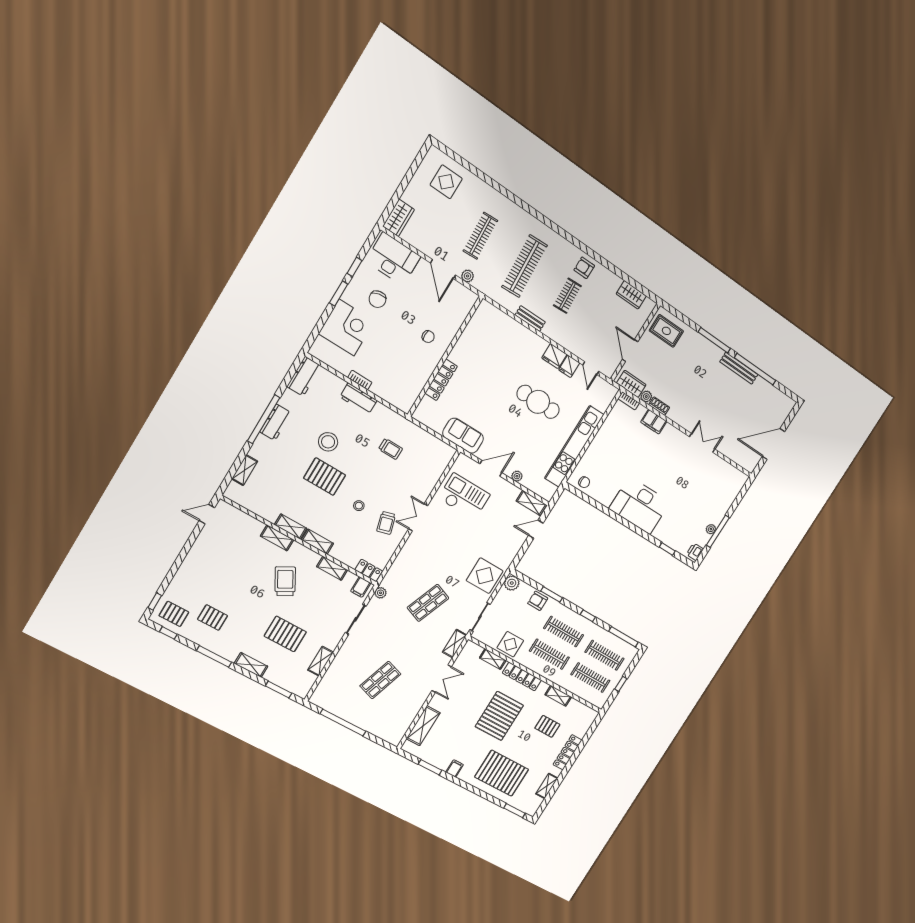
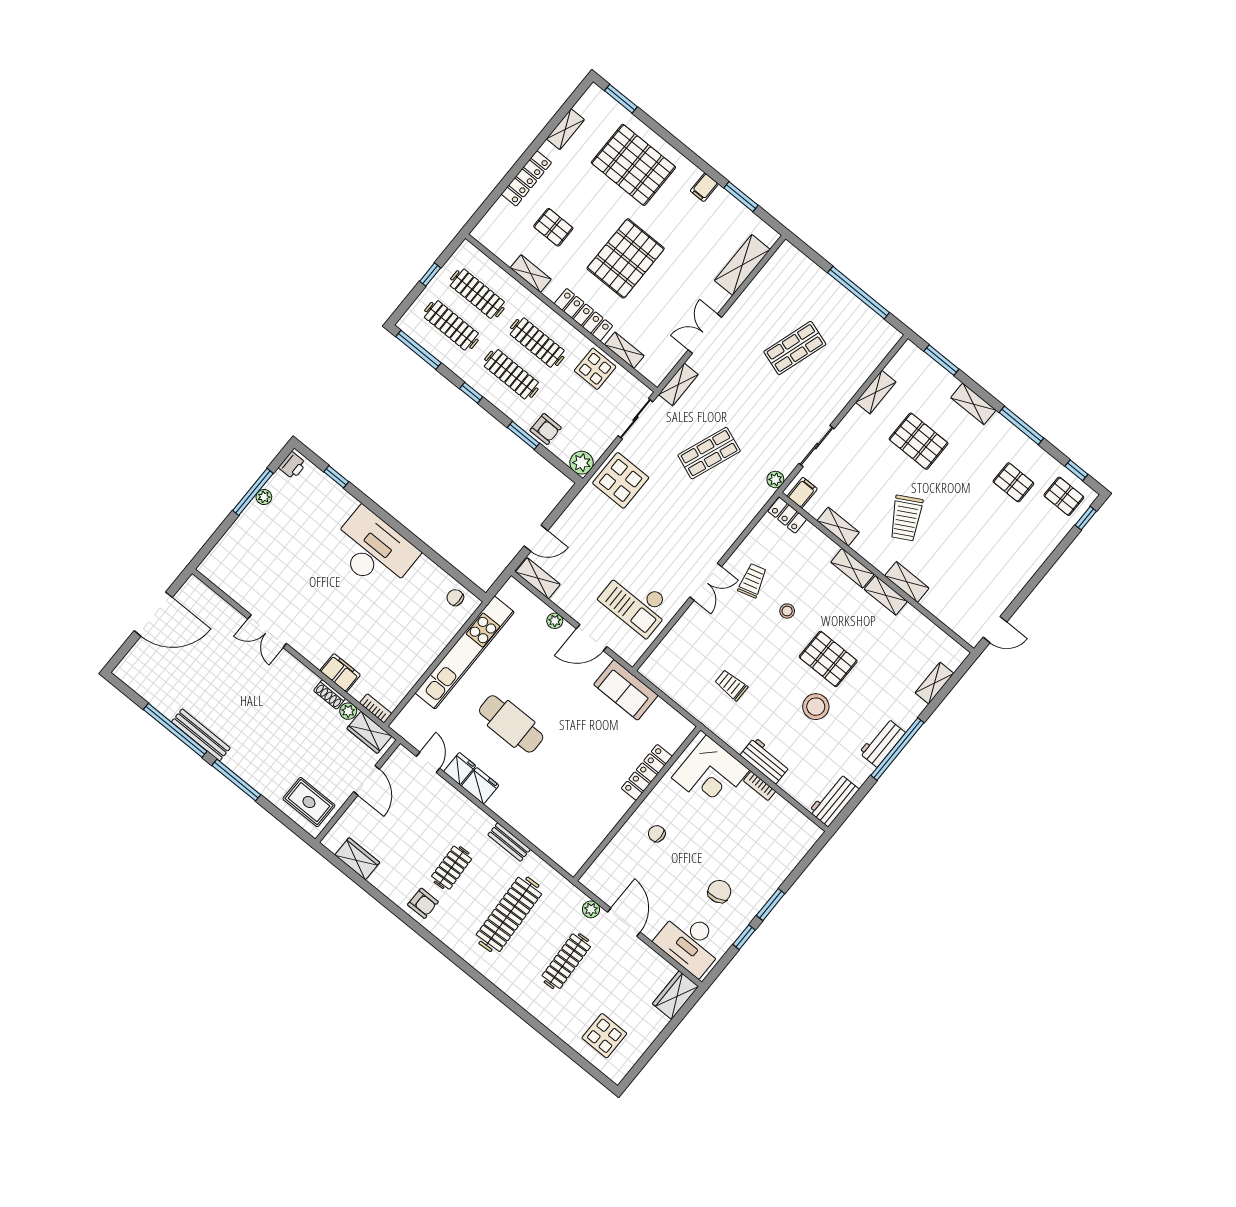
corner desk: (347, 328) -> (711, 774), moved, turned -90

